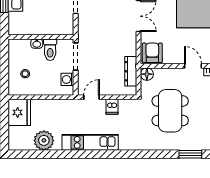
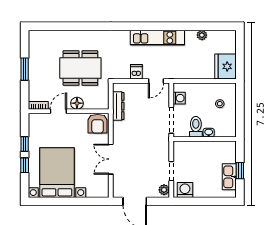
door: (193, 66) -> (58, 111), swing flipped
floor lamp: (147, 74) -> (77, 103), moved
dining table: (170, 111) -> (80, 68), turned 90
plant: (44, 140) -> (202, 35), width x0.53, depth x0.53
window: (190, 154) -> (61, 26), removed

